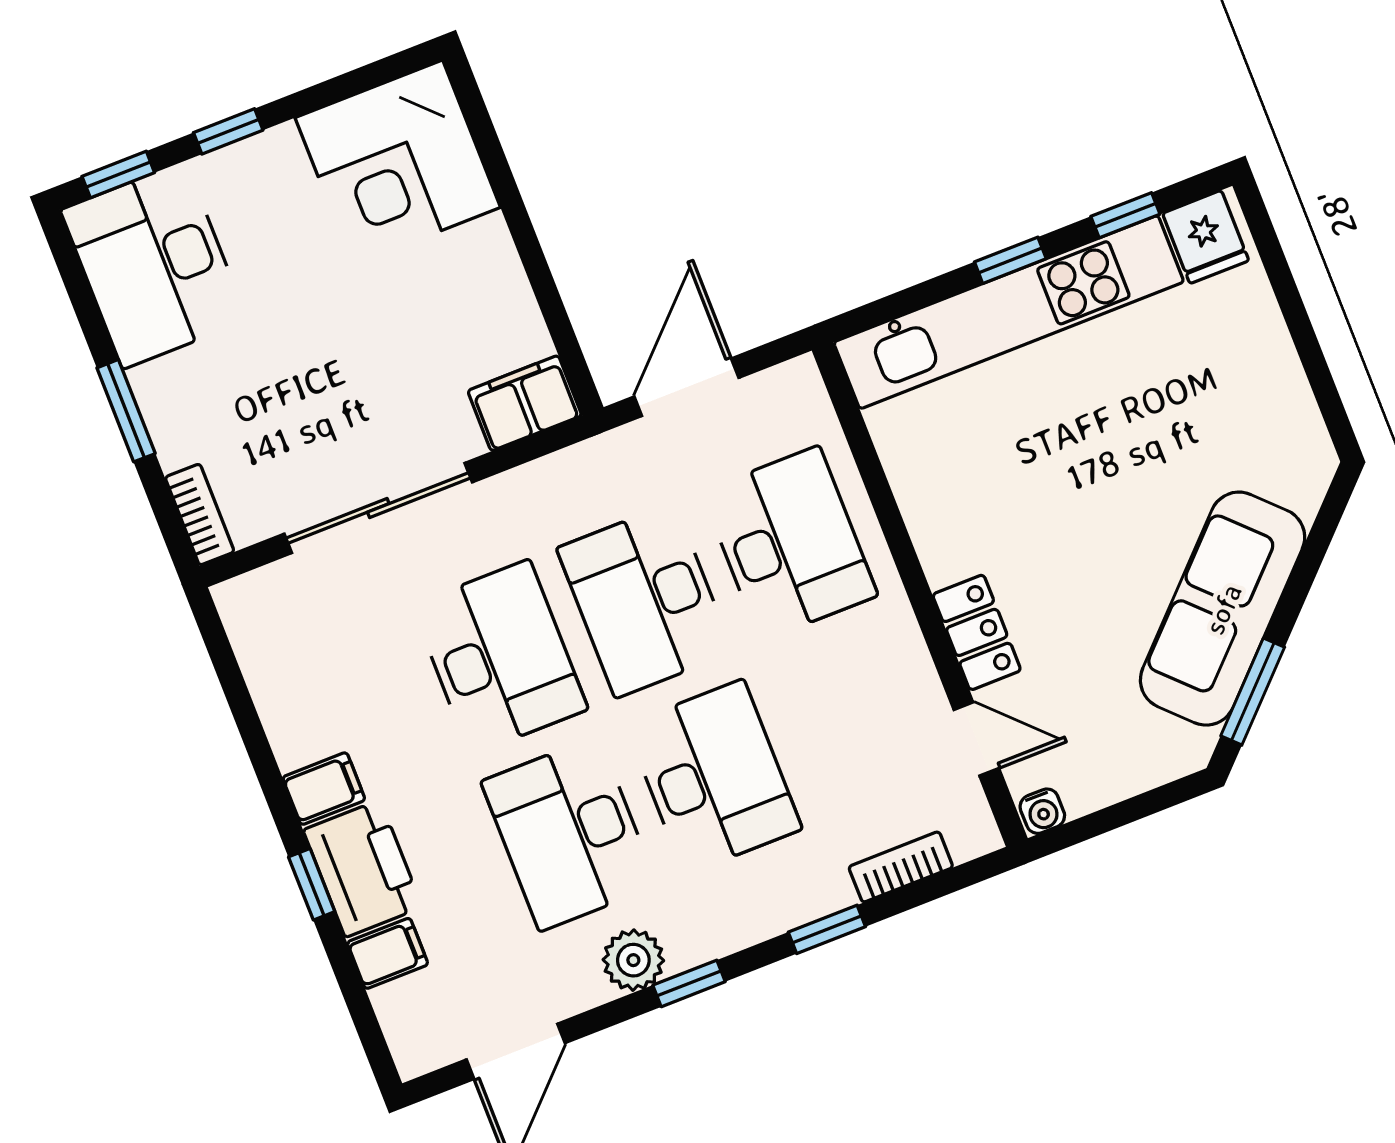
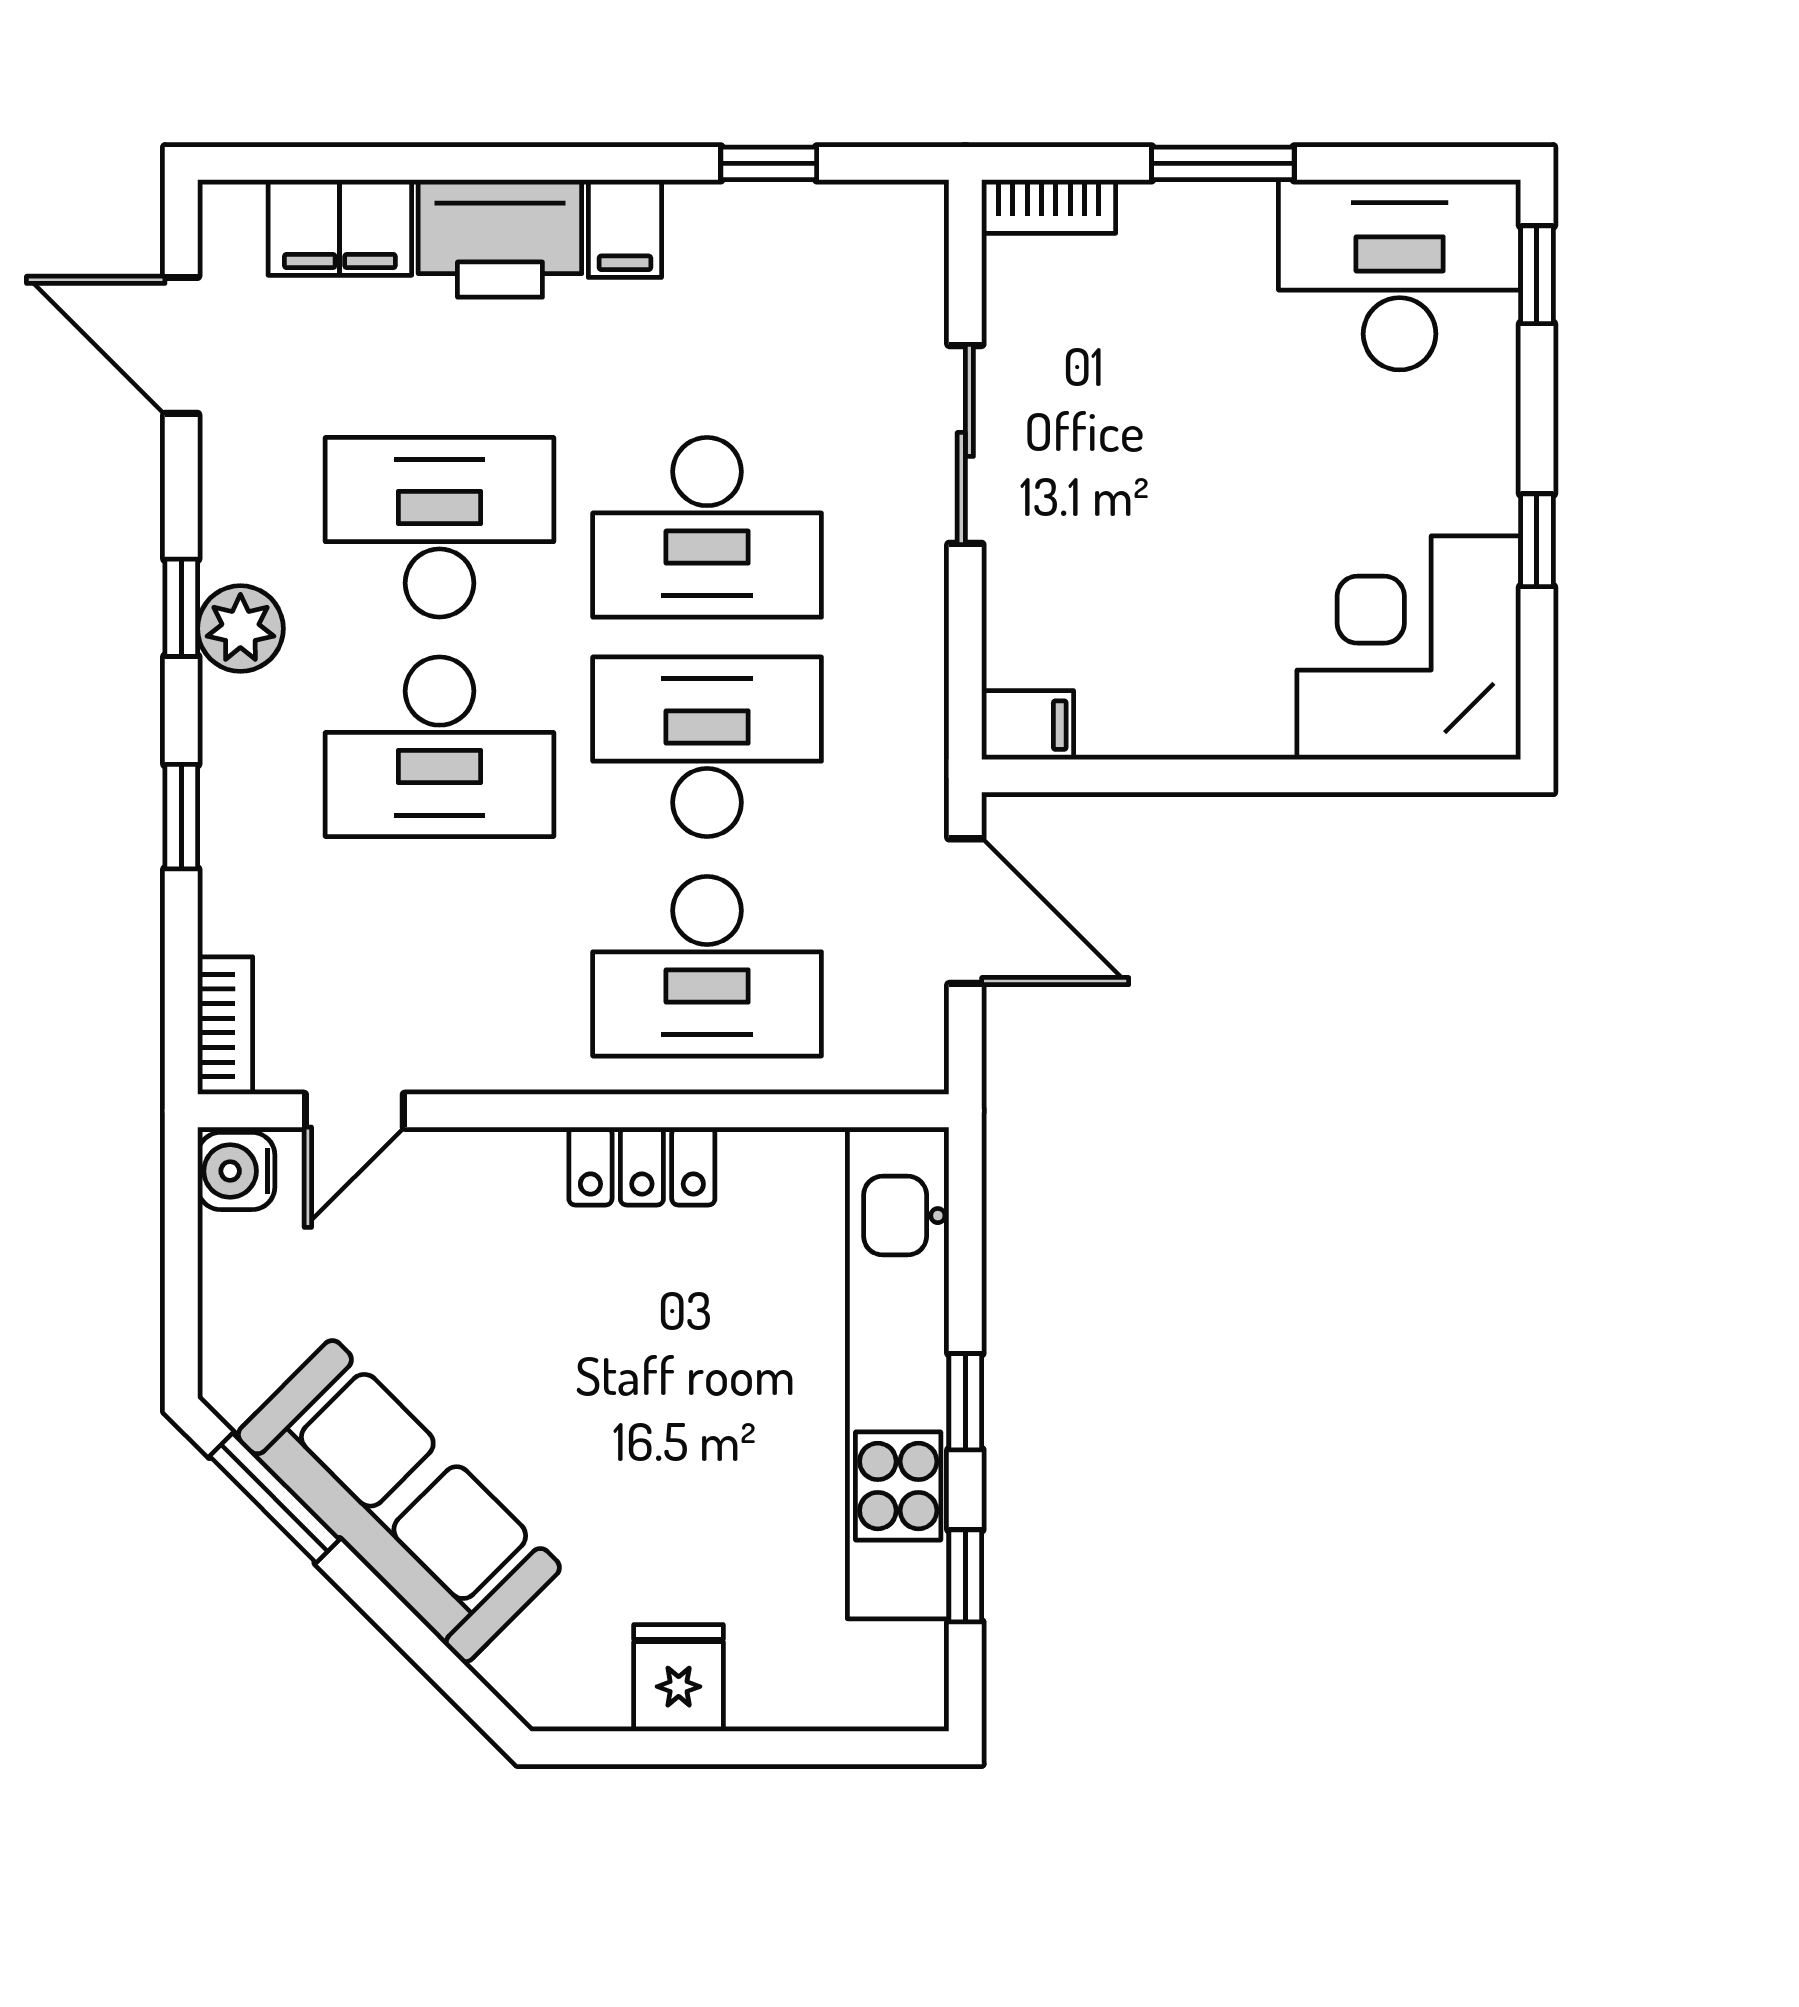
window: (228, 131) -> (1537, 540), moved
fridge: (1206, 237) -> (679, 1678), moved, turned 90
filing cabinet: (525, 403) -> (1028, 725), width x0.50
sliding door: (378, 508) -> (965, 444), width x0.73
locker: (977, 632) -> (642, 1166), moved
water cooler: (1042, 811) -> (236, 1171), width x1.38, depth x1.38
bookcase: (901, 867) -> (225, 1026), moved
window: (312, 884) -> (769, 163), moved
filing cabinet: (388, 953) -> (340, 228), width x2.00
plant: (633, 960) -> (240, 629), moved

